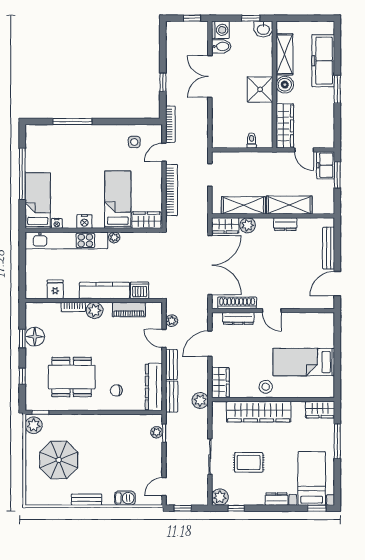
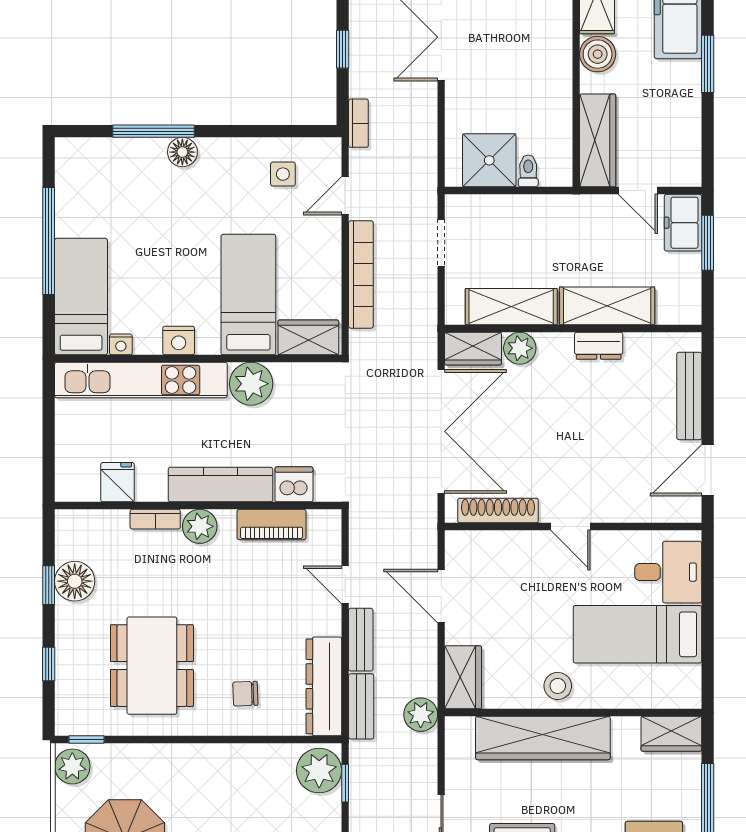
shower: (260, 89) -> (489, 160), moved
bookcase: (170, 124) -> (358, 123), width x0.64
floor lamp: (86, 131) -> (182, 152), added
plant: (114, 237) -> (251, 384), width x1.87, depth x1.87
dresser: (238, 318) -> (500, 543), removed
plant: (172, 321) -> (361, 548), removed
desk: (318, 332) -> (668, 572), added
door: (210, 344) -> (441, 596), hinge flipped
dining table: (72, 377) -> (152, 666), turned 90
plant: (157, 432) -> (319, 771), width x1.88, depth x1.88

